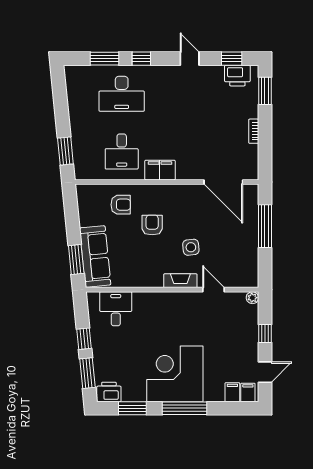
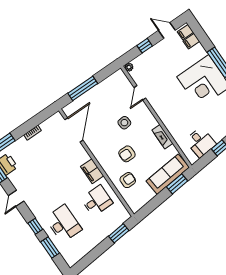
armchair: (121, 205) -> (128, 180), turned 90
fireplace: (180, 281) -> (162, 137), moved
desk: (116, 309) -> (201, 142), moved, turned -96

